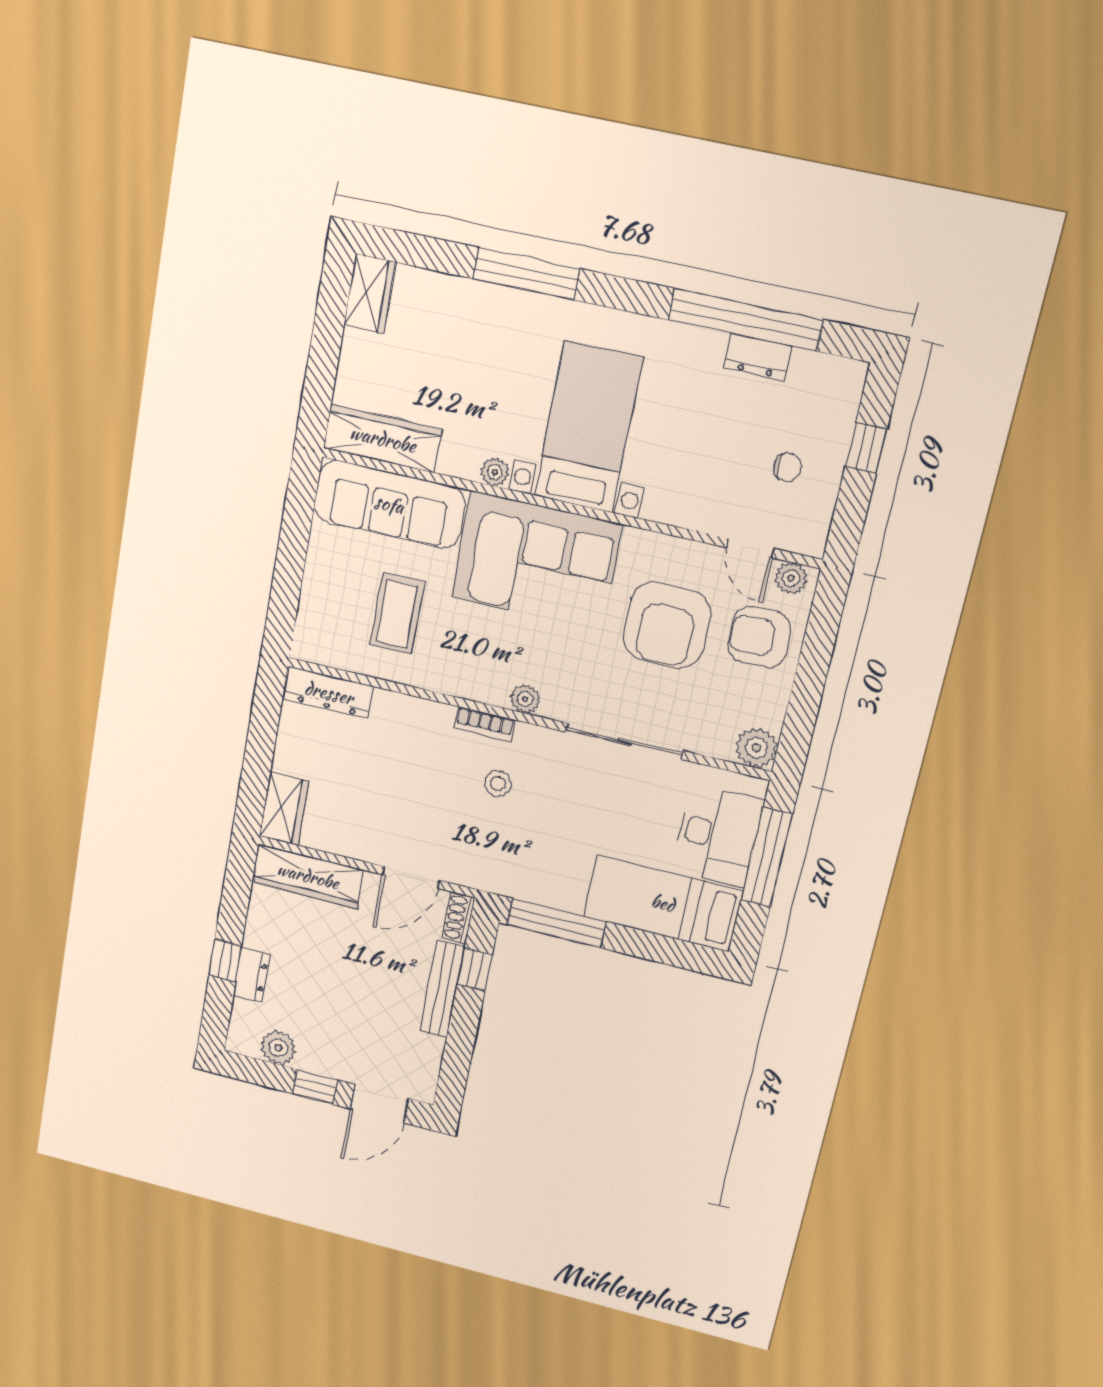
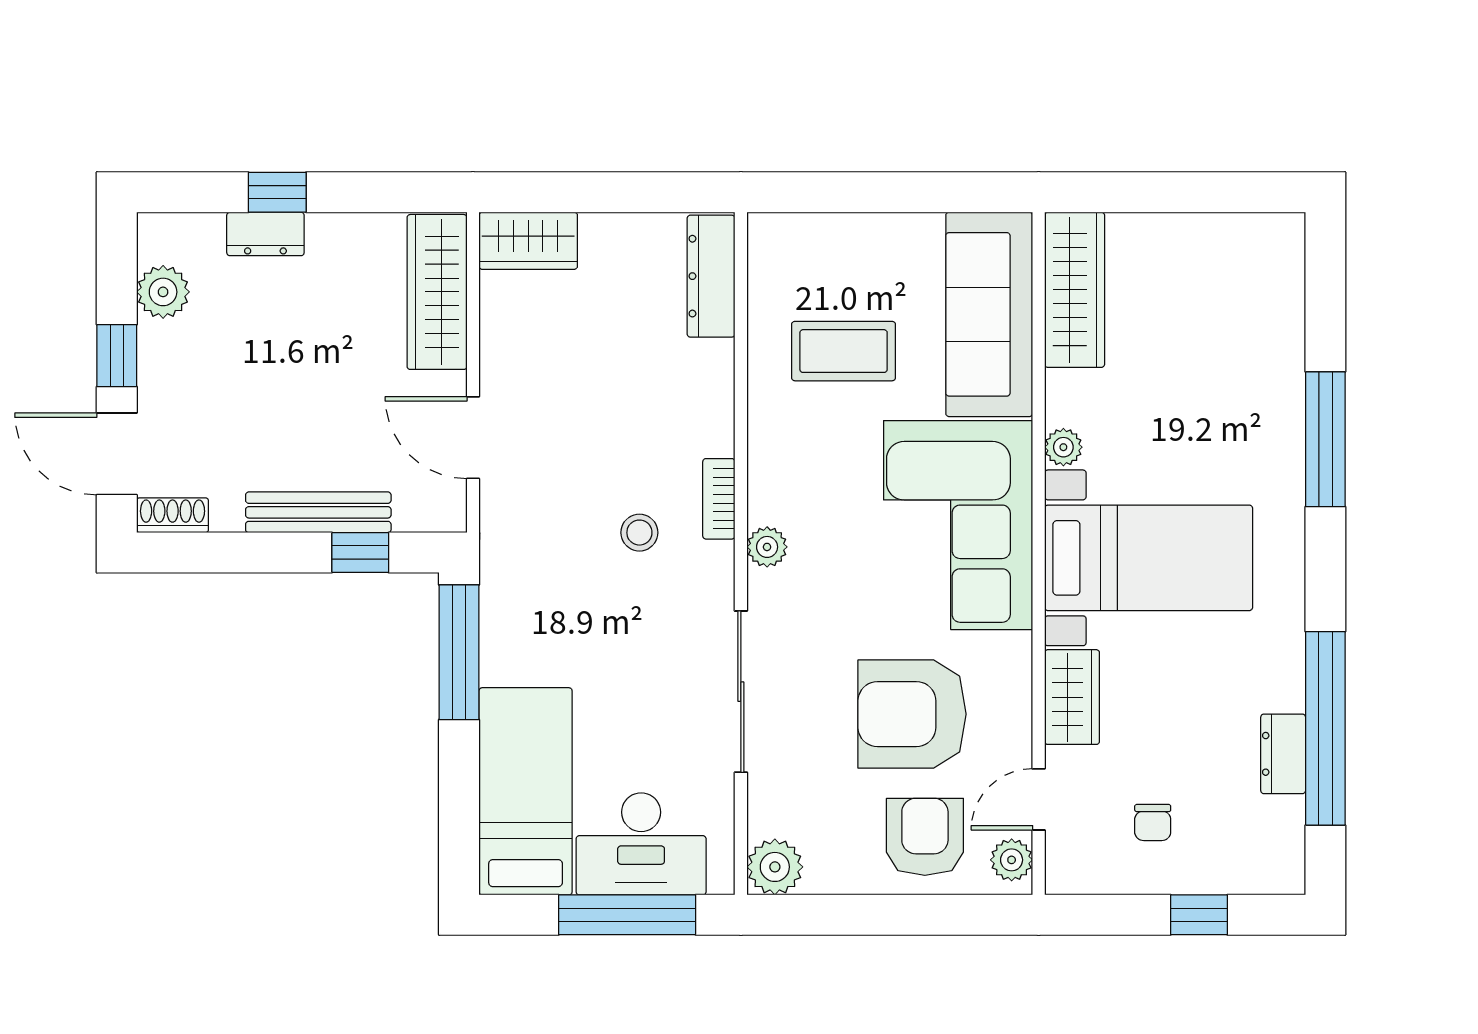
wardrobe: (370, 294) -> (1072, 697), moved, turned -90
shoe rack: (458, 918) -> (173, 515), moved

